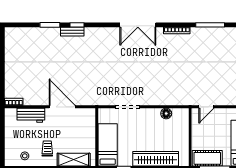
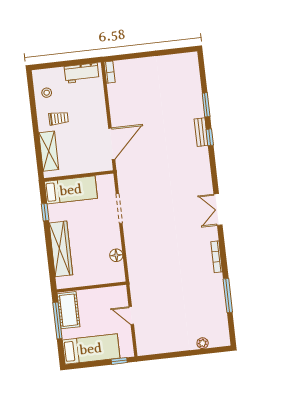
double door: (138, 25) -> (218, 210), width x0.73
door: (62, 107) -> (112, 144), moved
door: (206, 107) -> (131, 315), moved
workbench: (31, 115) -> (82, 73), moved, turned -90

